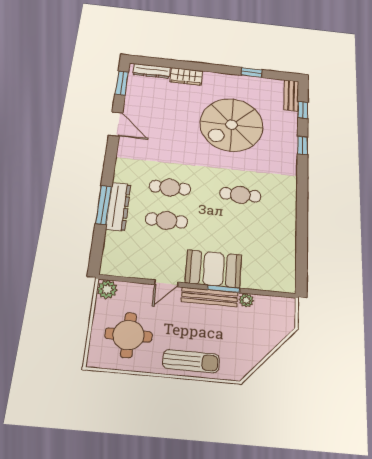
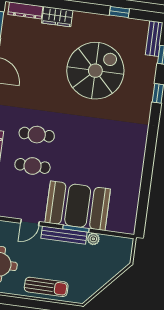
spiral stairs: (232, 125) -> (95, 71), turned 180
cafe table: (240, 195) -> (97, 143), removed
booth: (213, 269) -> (78, 206), width x1.36, depth x1.42

